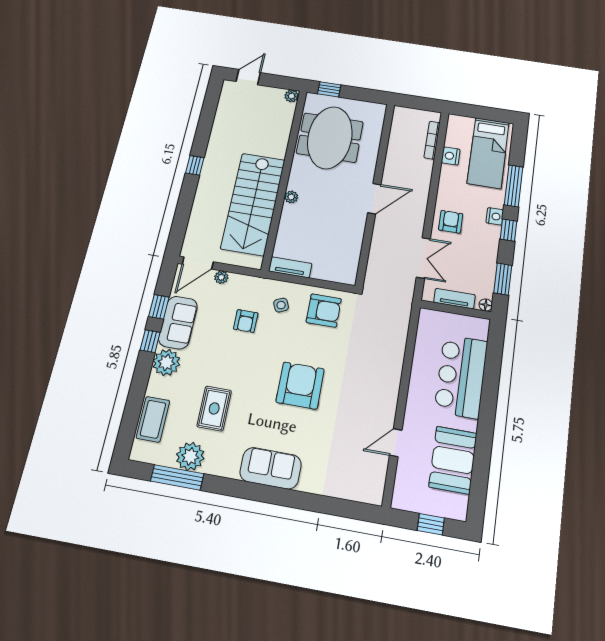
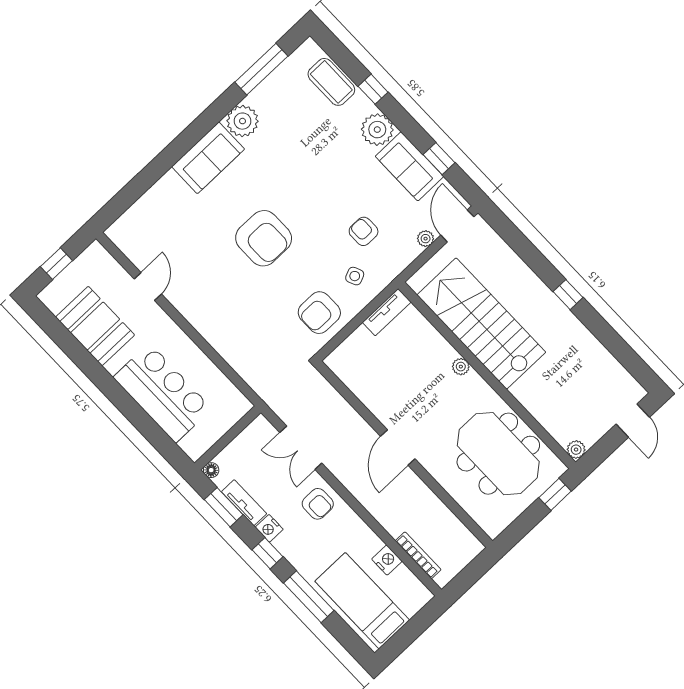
nightstand: (495, 216) -> (269, 528), moved
tv unit: (454, 299) -> (244, 503), moved, turned -90
window: (150, 341) -> (373, 89), moved
rug: (214, 408) -> (300, 144), removed
plant: (190, 456) -> (242, 121), moved

